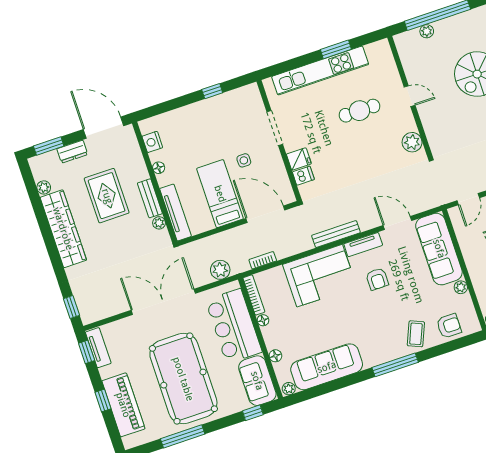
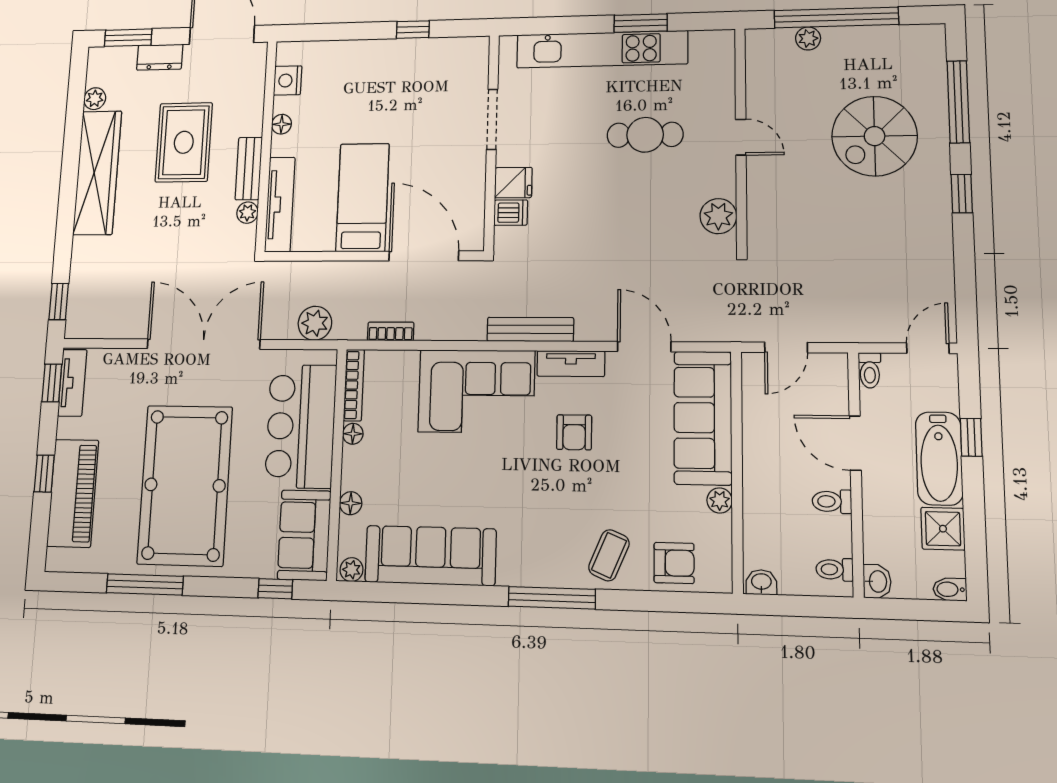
side table: (244, 160) -> (422, 156), removed

